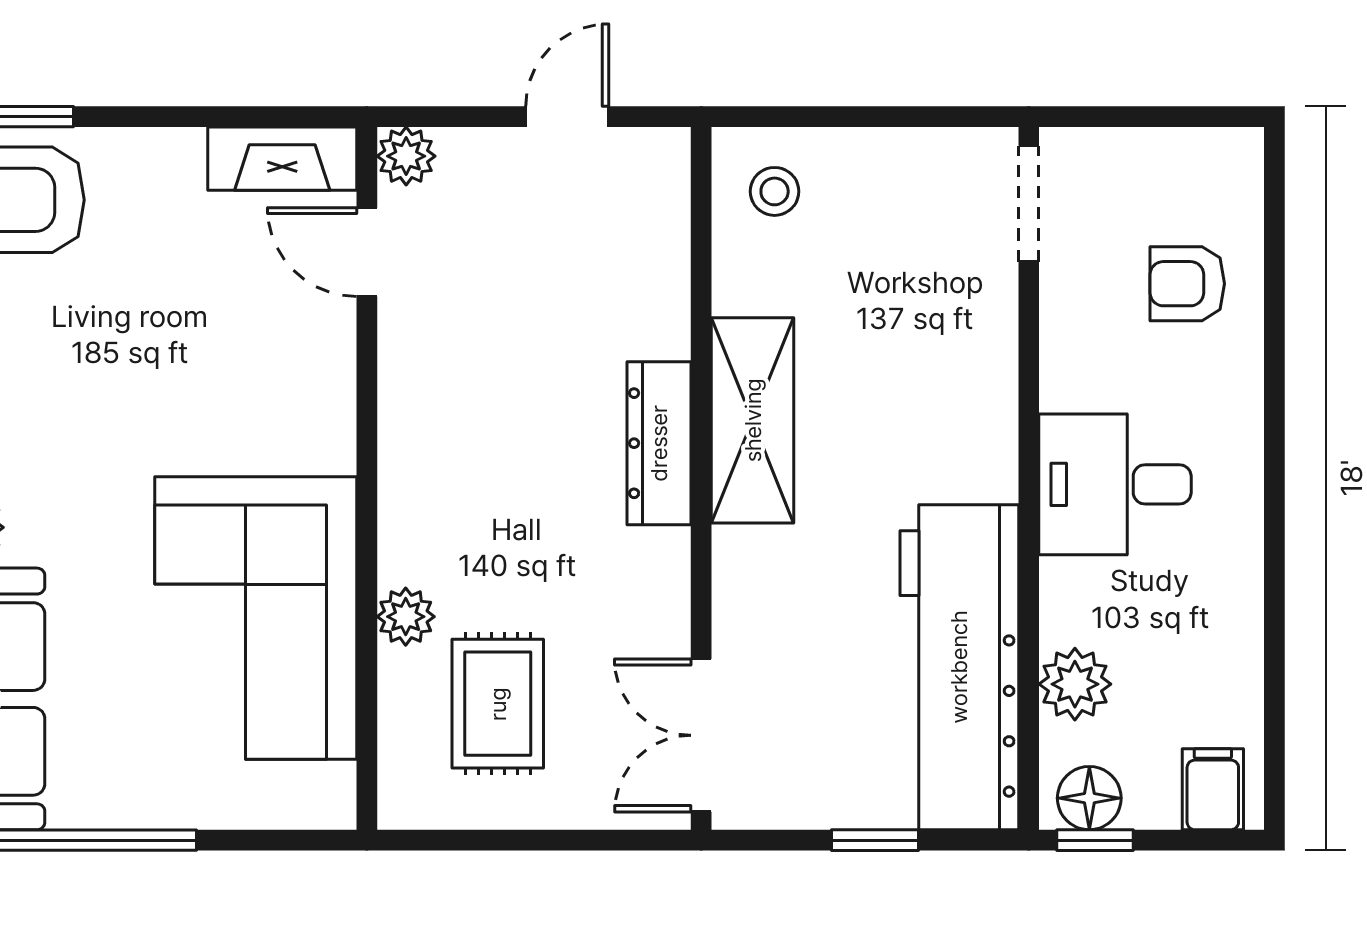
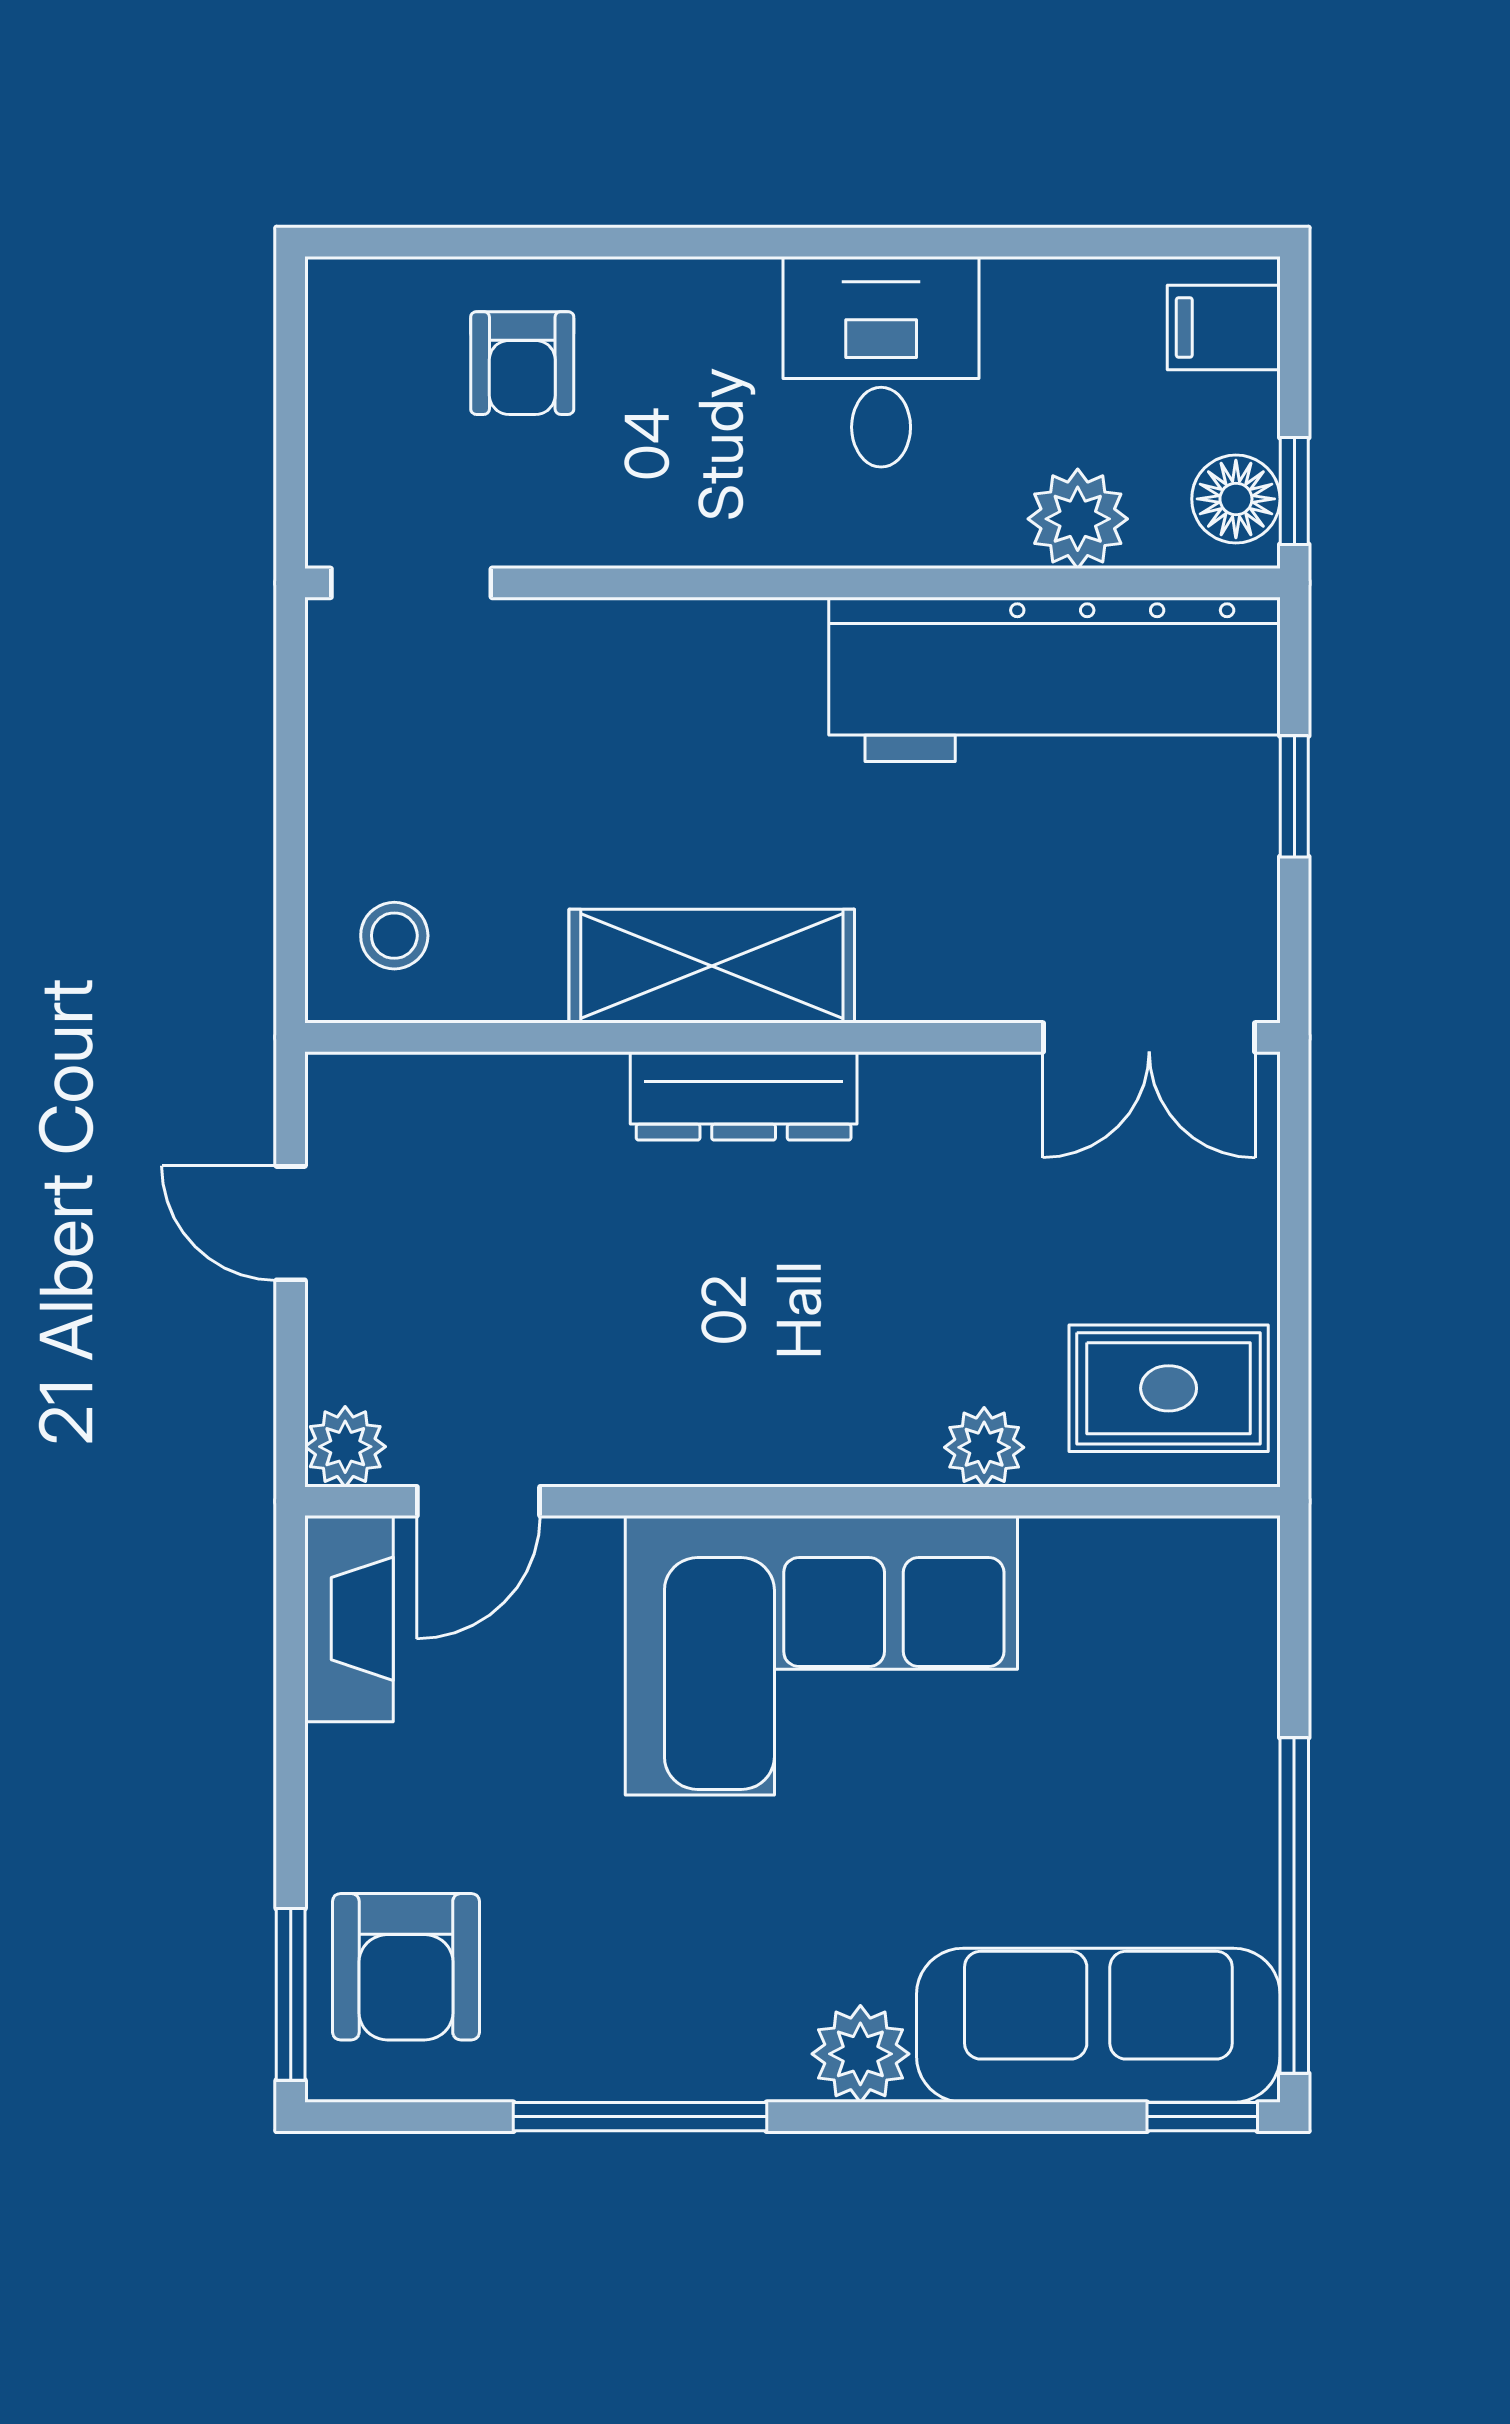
desk: (1115, 484) -> (881, 362), moved, turned 180
corner sofa: (256, 618) -> (821, 1655), moved
rug: (498, 704) -> (1169, 1388), moved

